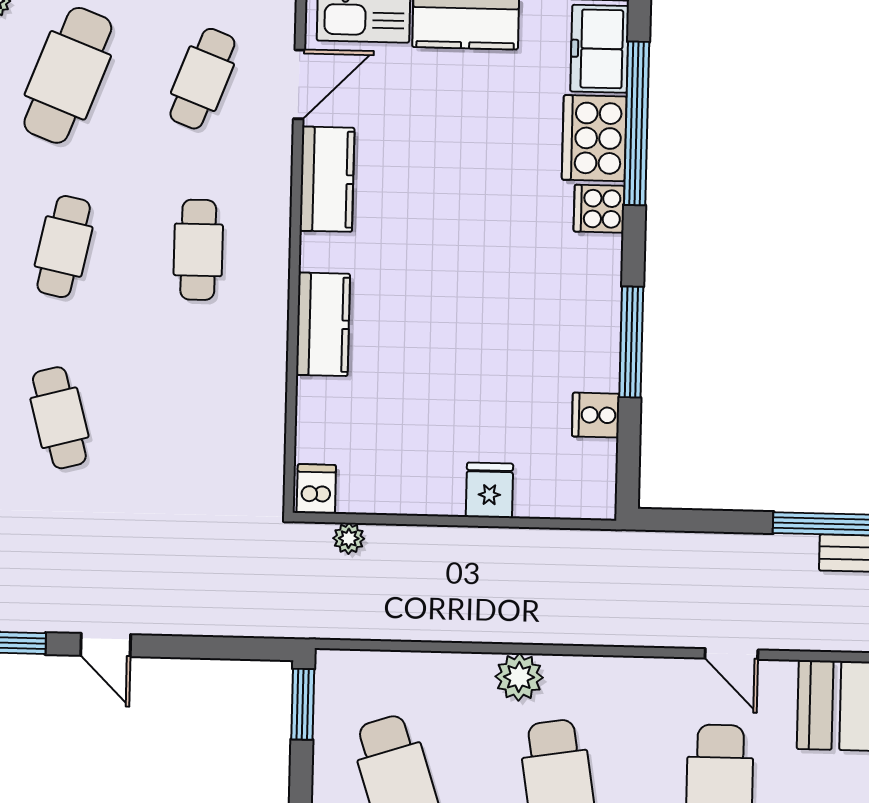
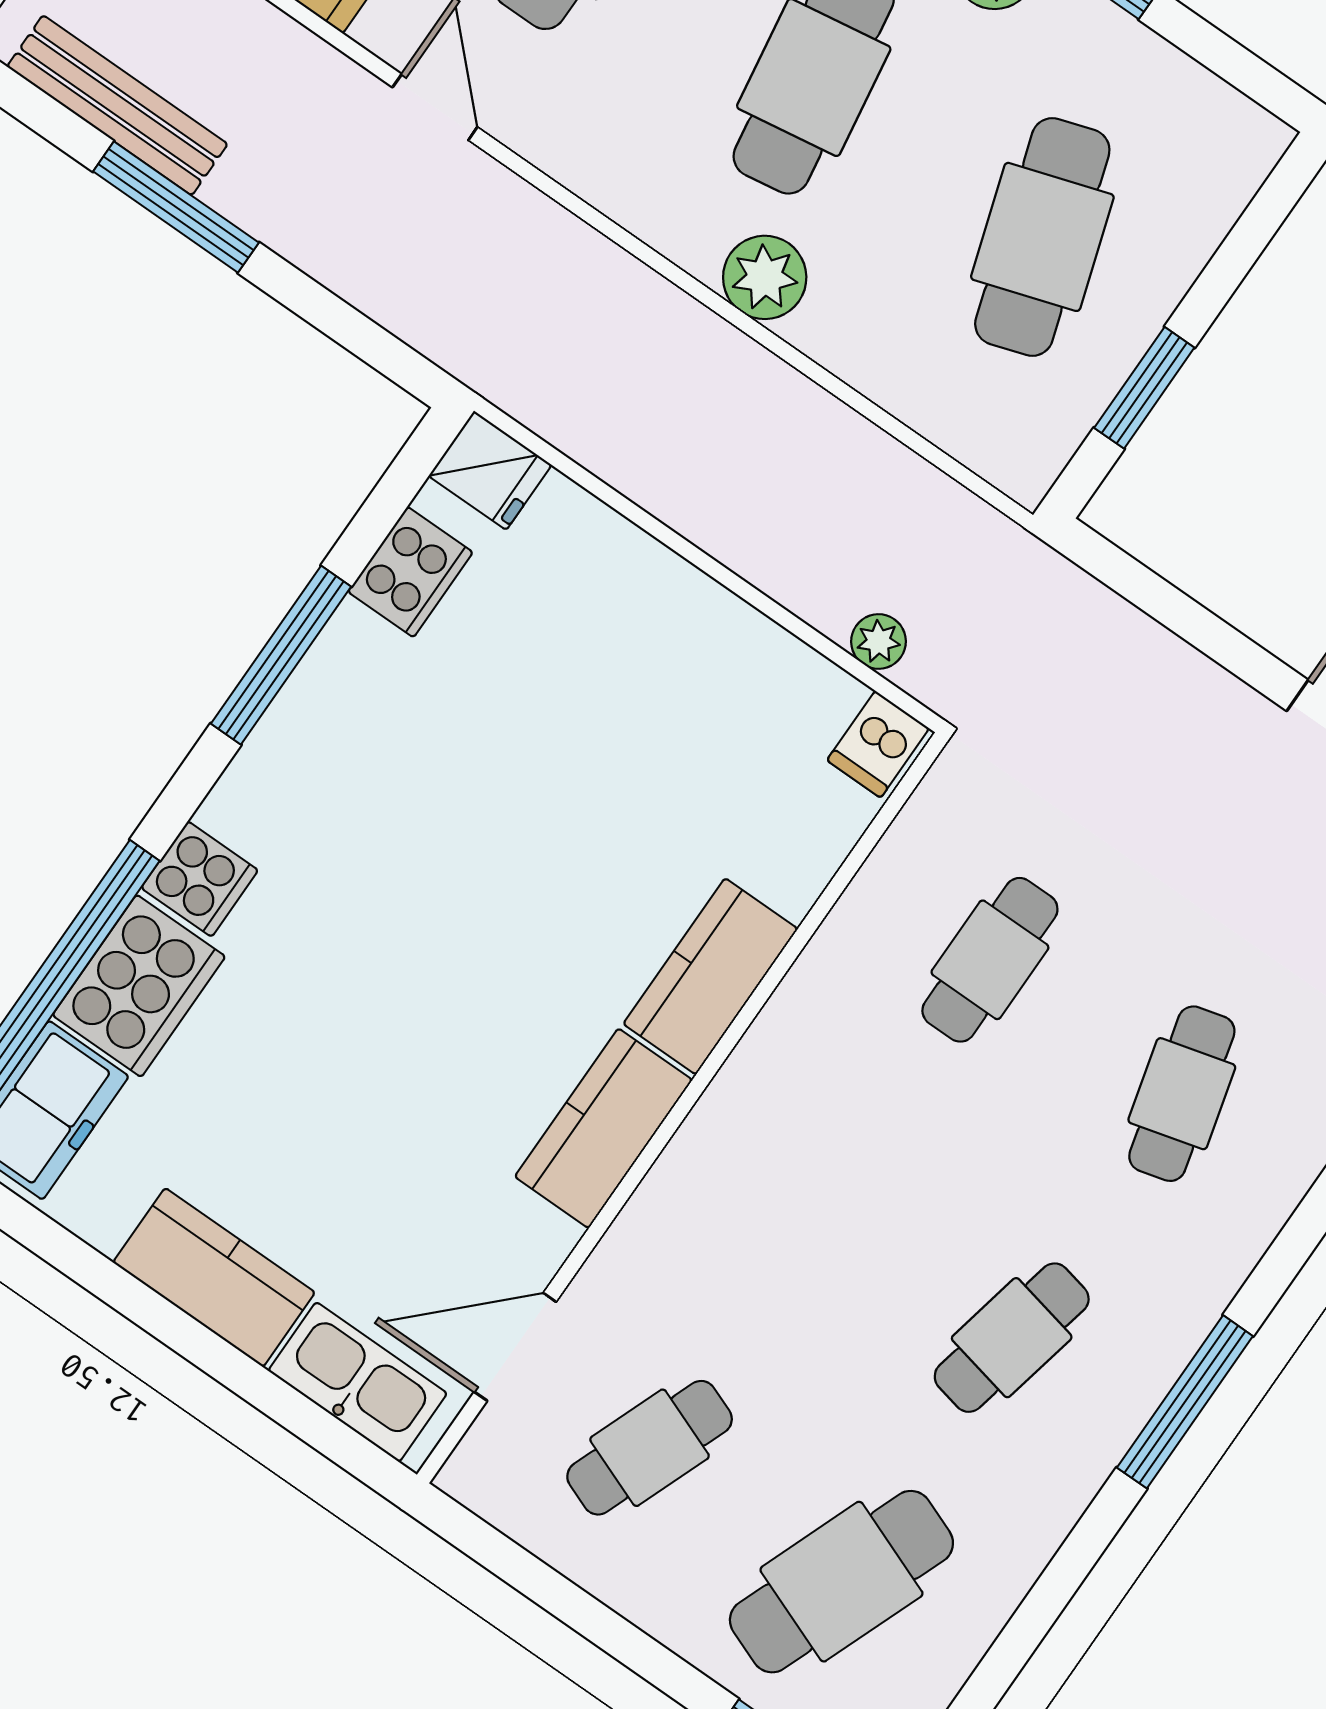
kitchen counter: (327, 179) -> (604, 1128), moved
cafe table: (198, 250) -> (990, 960), moved
cooker: (596, 415) -> (410, 572), width x1.36
fridge: (489, 490) -> (490, 470), moved, turned -90
window: (303, 704) -> (1144, 388), moved

